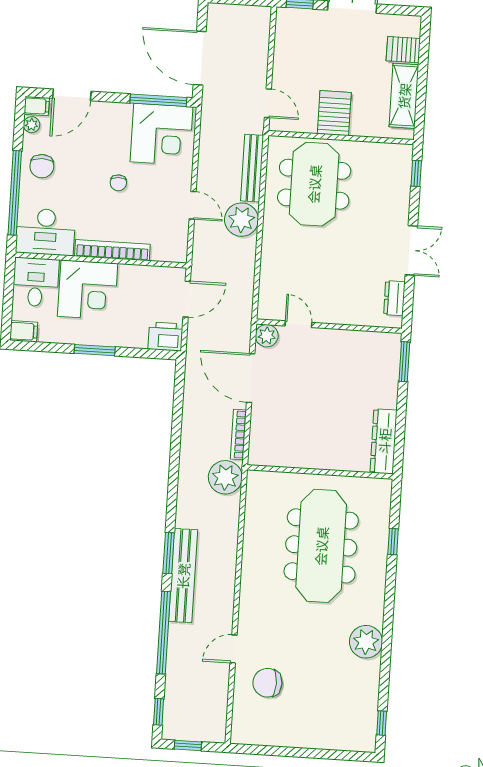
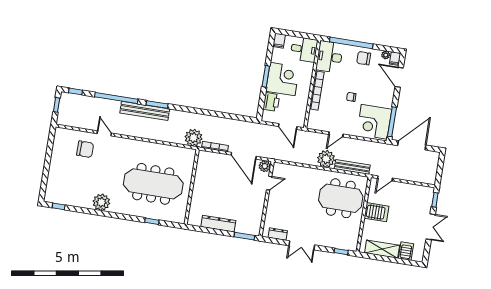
corner desk: (88, 290) -> (283, 79), moved, turned 180
printer: (165, 336) -> (271, 102), moved
door: (251, 378) -> (244, 156), swing flipped
dresser: (384, 441) -> (218, 224), moved
chair: (267, 683) -> (85, 149), turned 91

